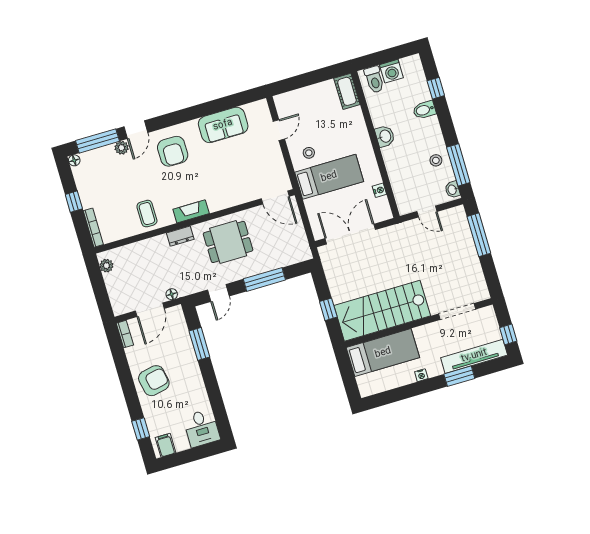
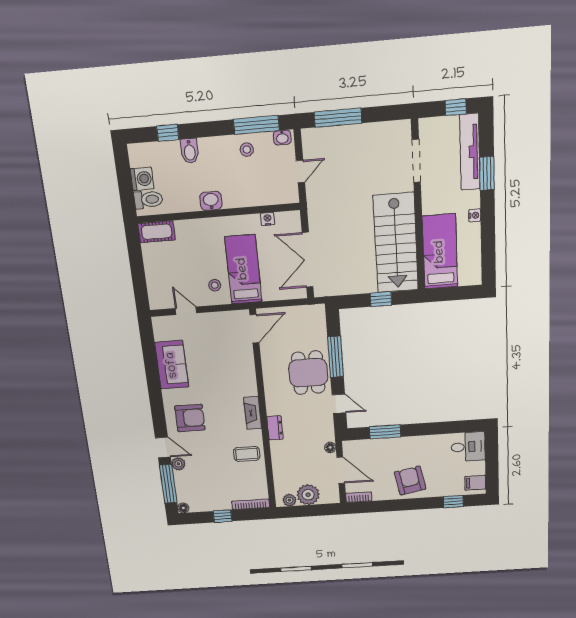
dining table: (228, 242) -> (308, 373), moved
plant: (116, 283) -> (308, 495), added

